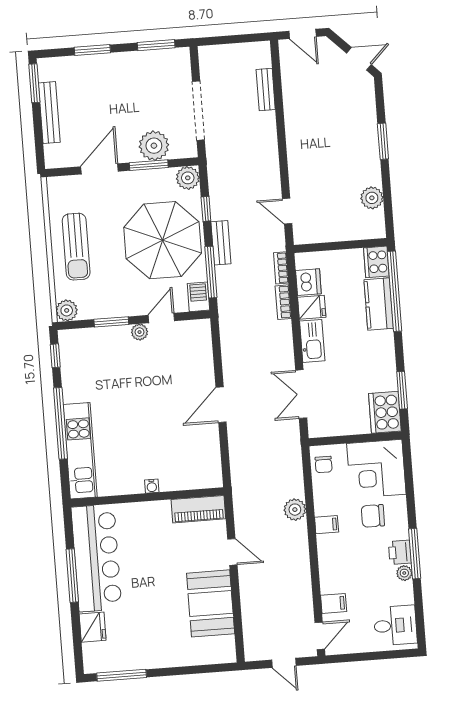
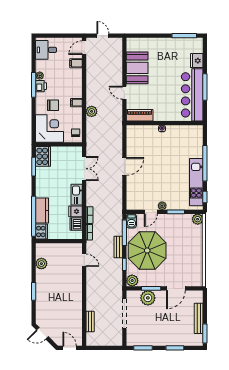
sun lounger: (76, 247) -> (190, 251), removed
kitchen unit: (80, 451) -> (196, 182), moved

